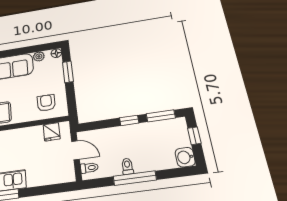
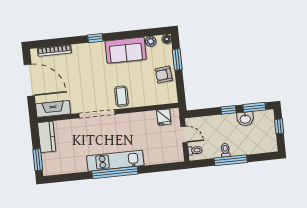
armchair: (46, 103) -> (164, 75), moved, turned -96
washbasin: (185, 157) -> (245, 119), moved, turned -90

